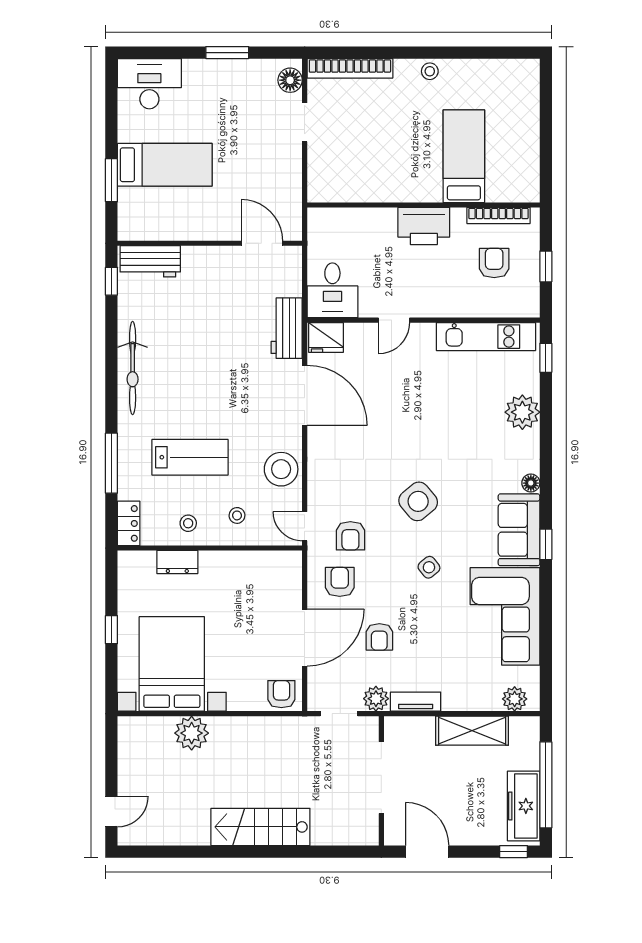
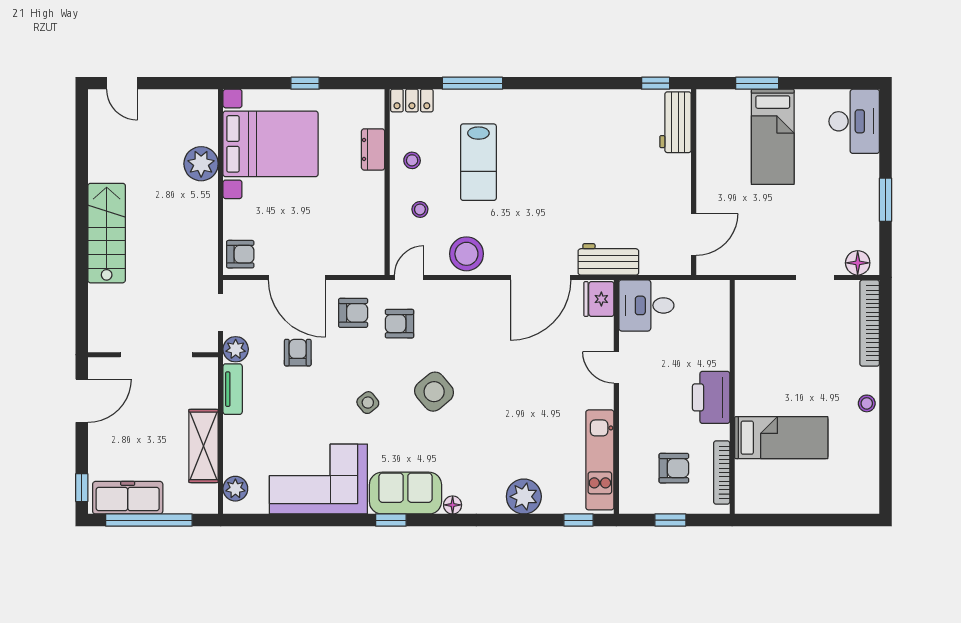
bicycle: (133, 368) -> (568, 104), removed
armchair: (379, 637) -> (298, 353), turned 90

